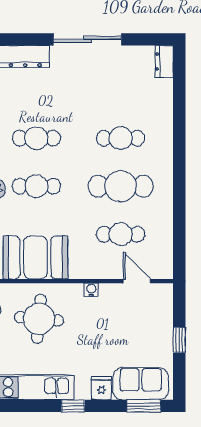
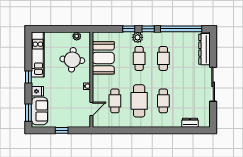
dresser: (164, 61) -> (190, 123), moved

